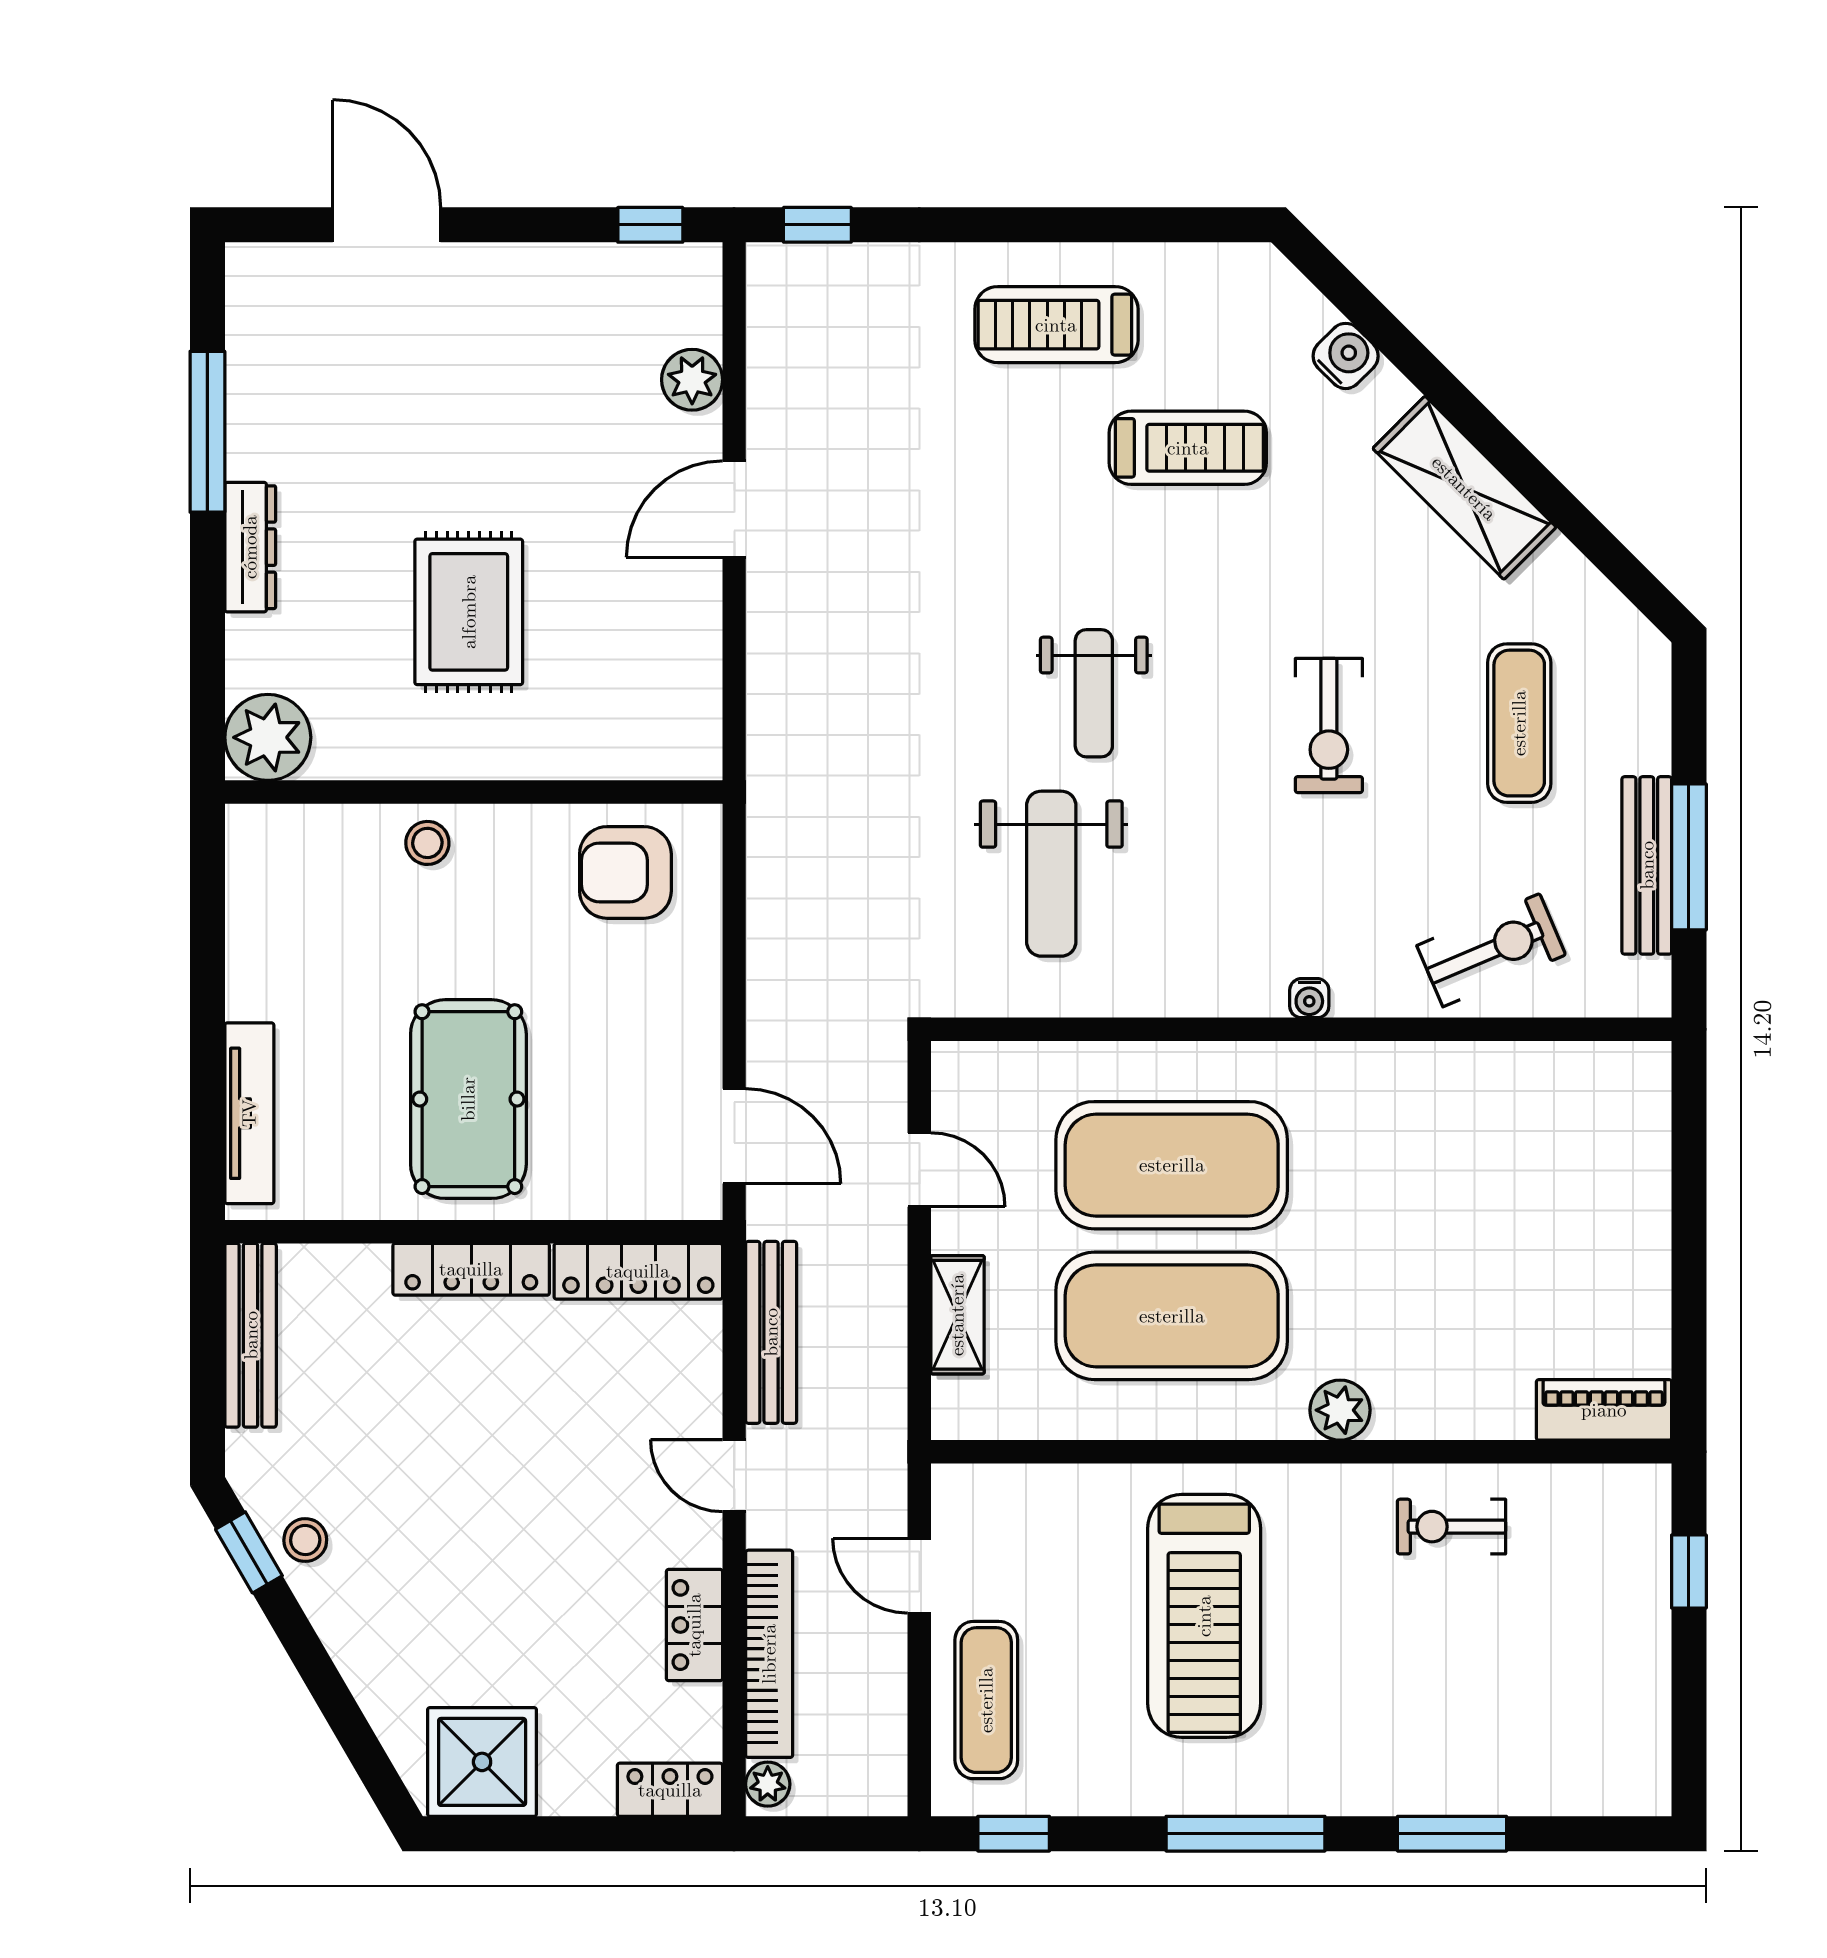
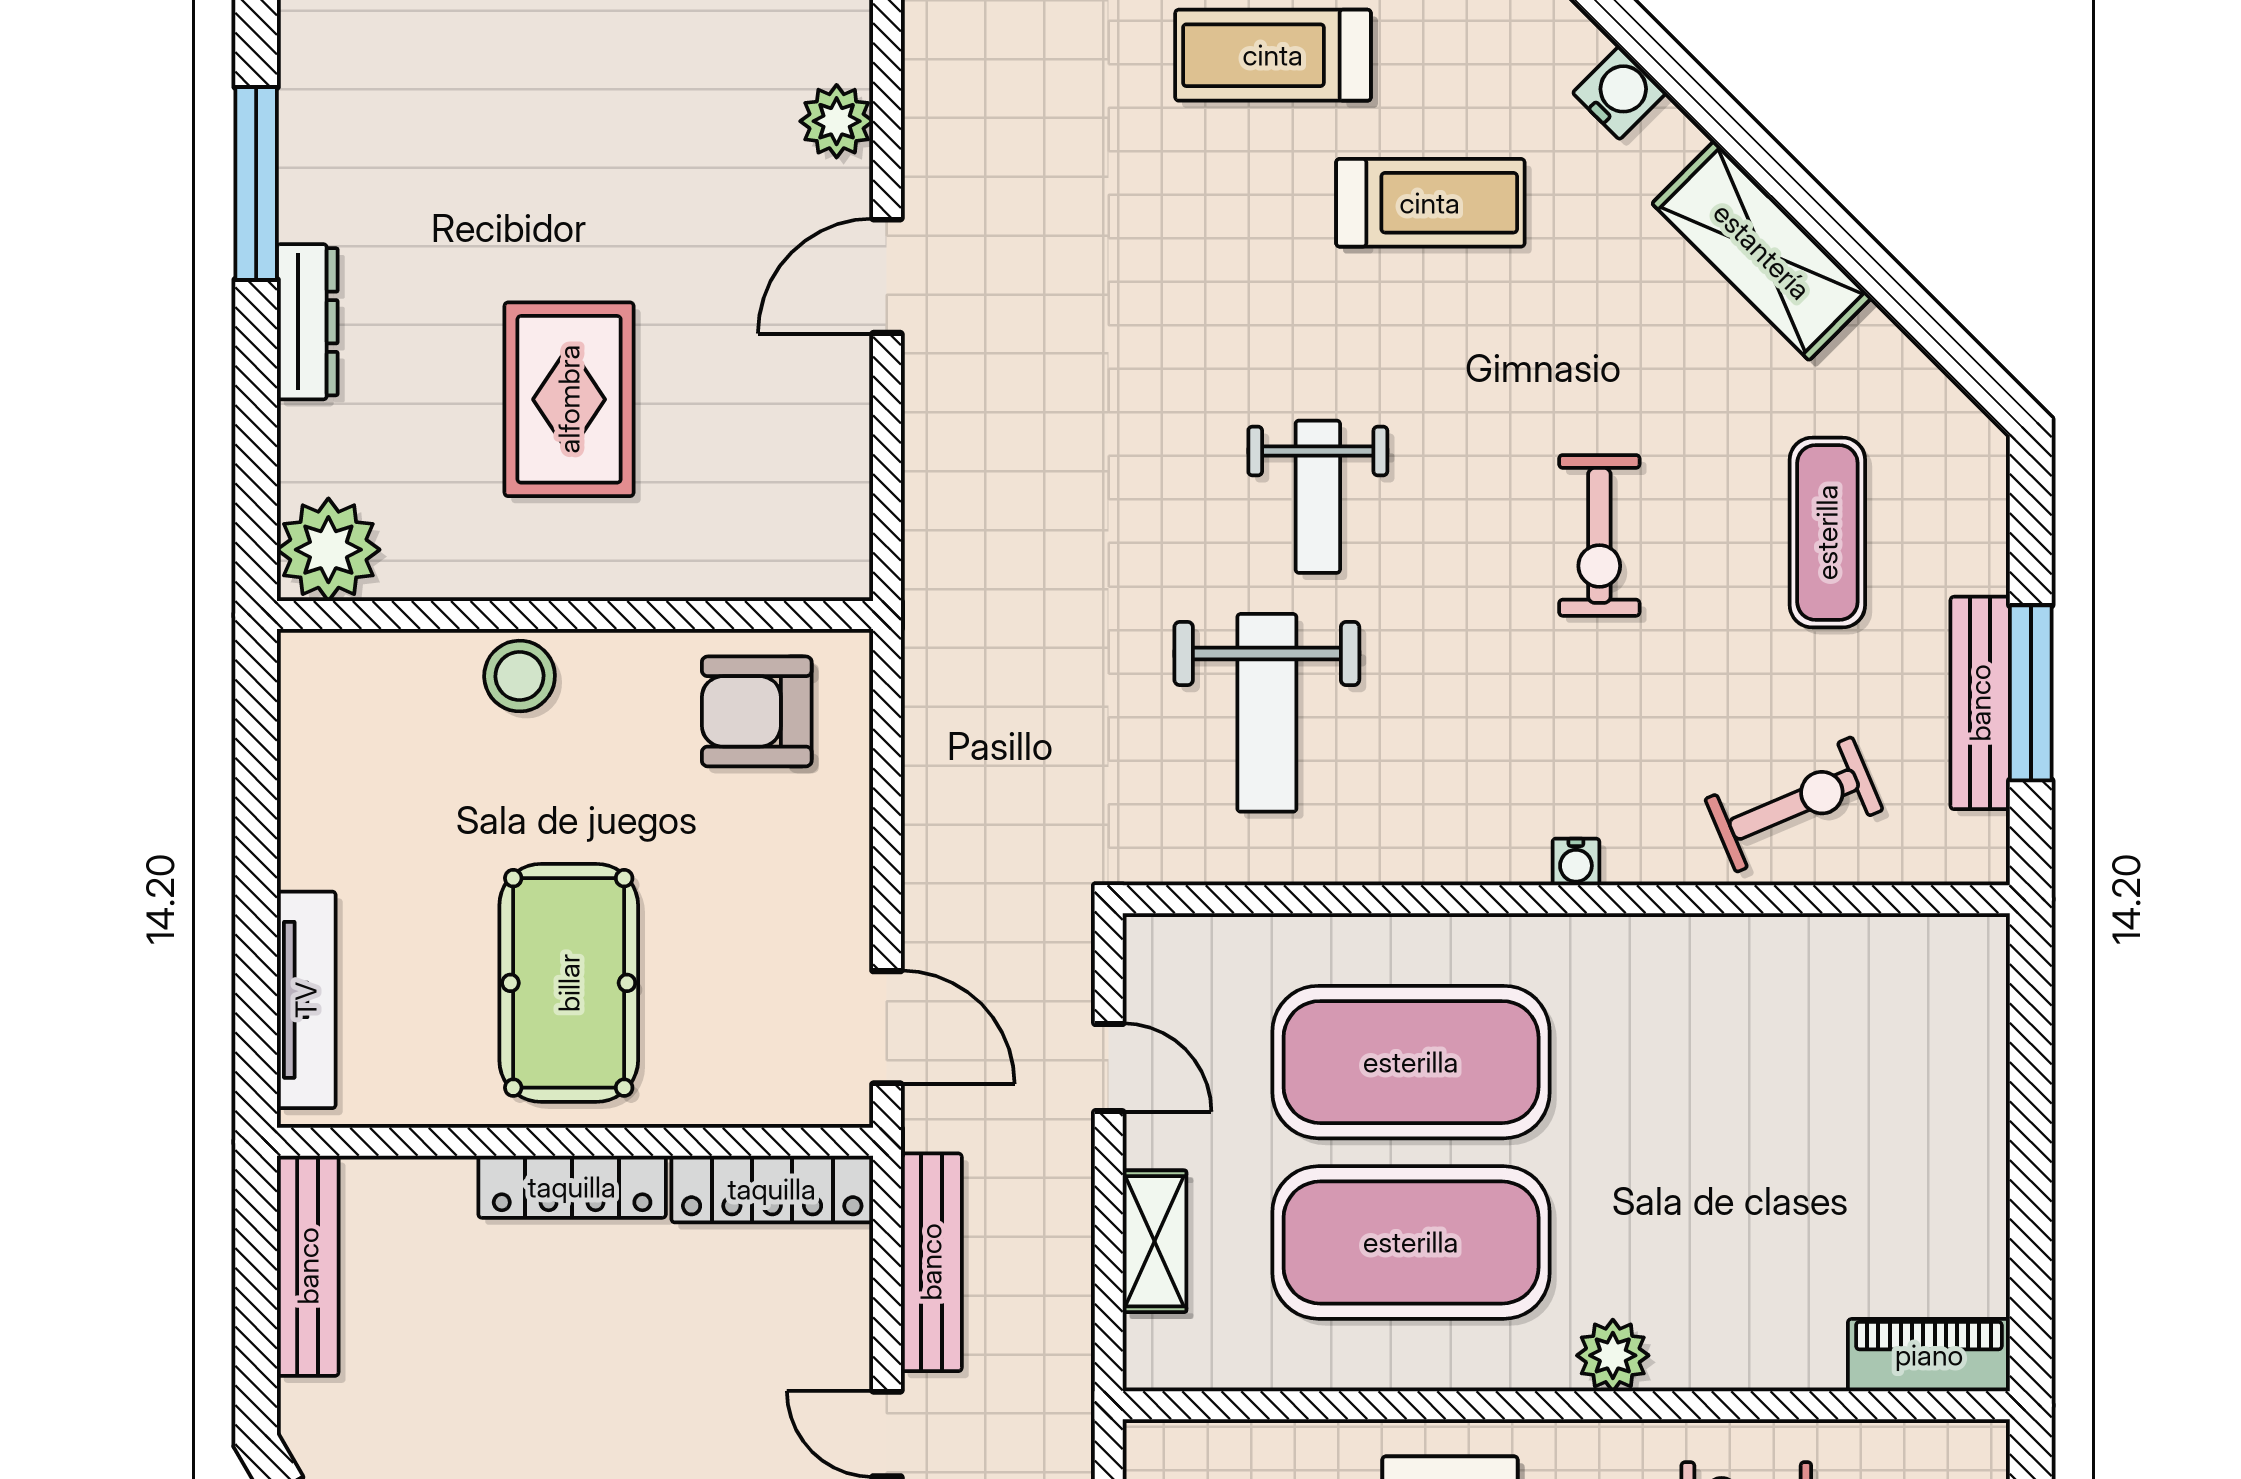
stool: (427, 843) -> (520, 676), width x1.37, depth x1.37

